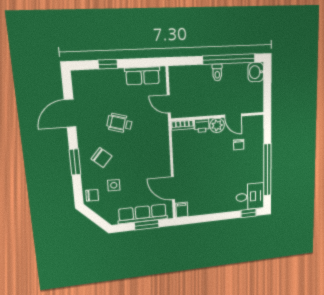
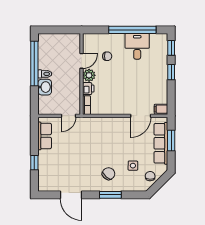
washbasin: (256, 72) -> (45, 87), moved, turned -90
wheelchair: (120, 123) -> (81, 157), removed
chair: (92, 195) -> (150, 176), moved
desk: (250, 197) -> (137, 46), moved
window: (223, 216) -> (171, 72), added

